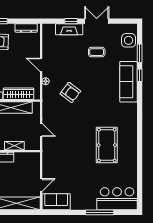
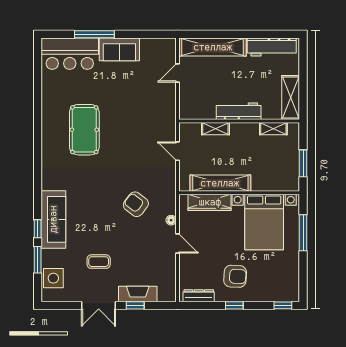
sofa: (56, 202) -> (119, 49), moved

